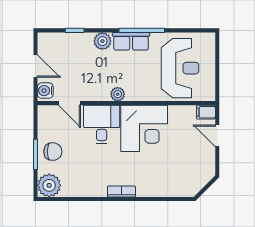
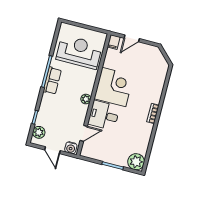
plant: (102, 41) -> (39, 132), moved
door: (35, 66) -> (52, 150), swing flipped
chair: (53, 152) -> (114, 153), removed

